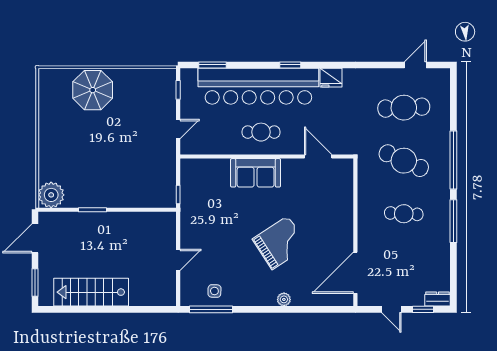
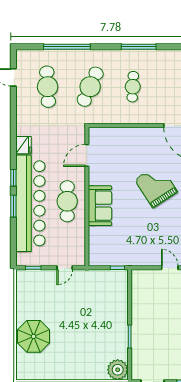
window: (212, 65) -> (13, 206), moved
door: (178, 129) -> (65, 268), swing flipped
cafe table: (261, 132) -> (67, 201), width x1.37, depth x1.35
window: (453, 160) -> (67, 47), moved

